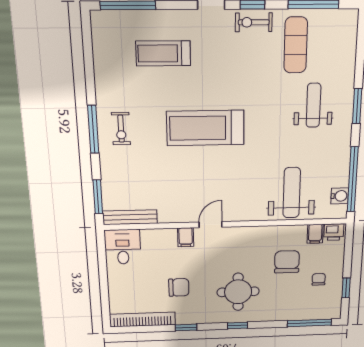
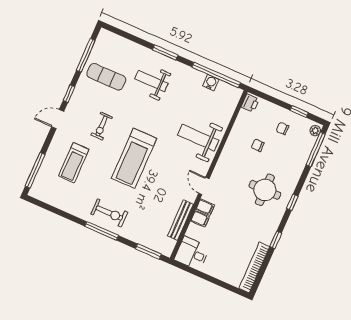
exercise bike: (254, 22) -> (102, 126), moved
exercise bike: (121, 129) -> (109, 213), width x1.38, depth x1.39
weight bench: (292, 193) -> (198, 138), moved
water cooler: (340, 196) -> (211, 83), moved
bench: (130, 217) -> (180, 220), moved
filing cabinet: (315, 234) -> (200, 219), moved
chair: (287, 262) -> (258, 145), width x0.54, depth x0.54
chair: (179, 287) -> (241, 230), removed
plant: (331, 314) -> (315, 131), added

